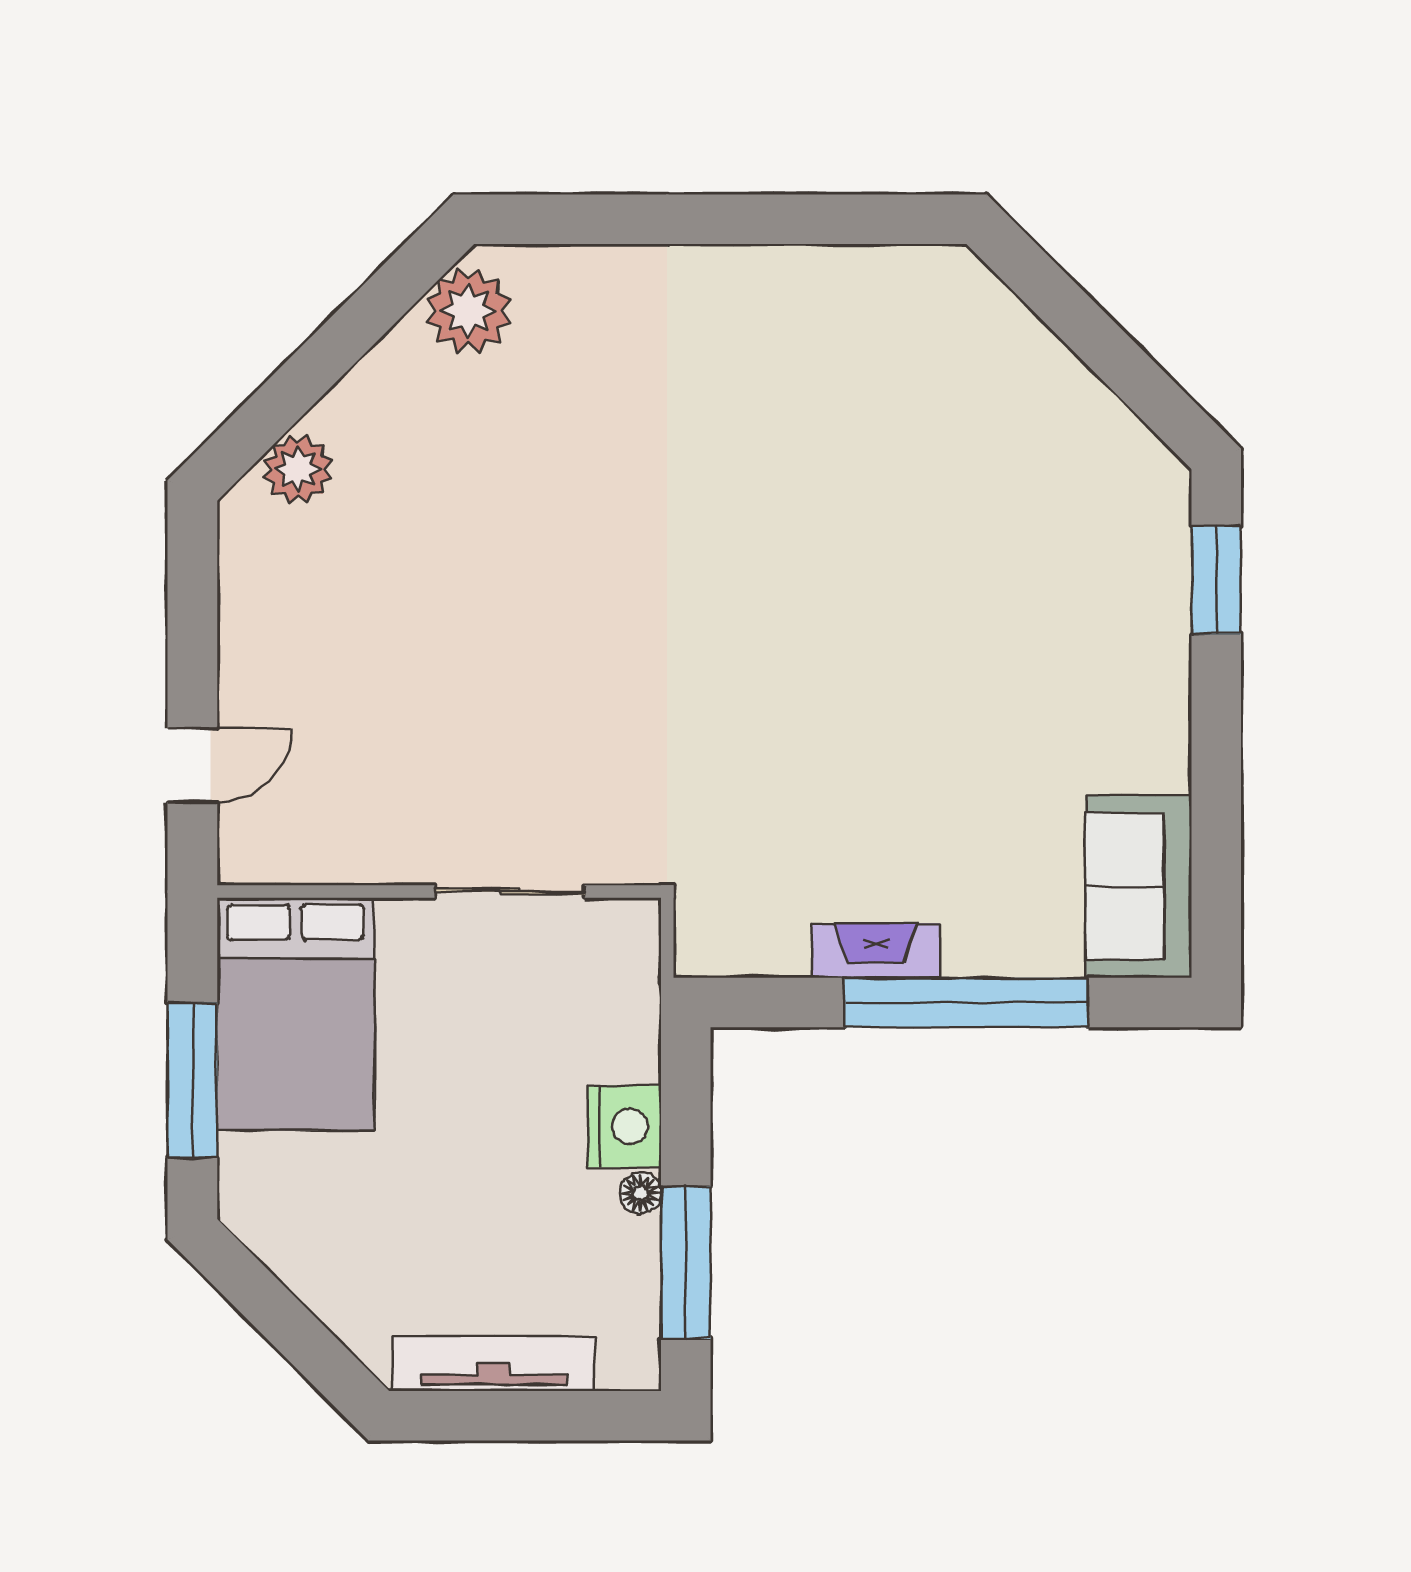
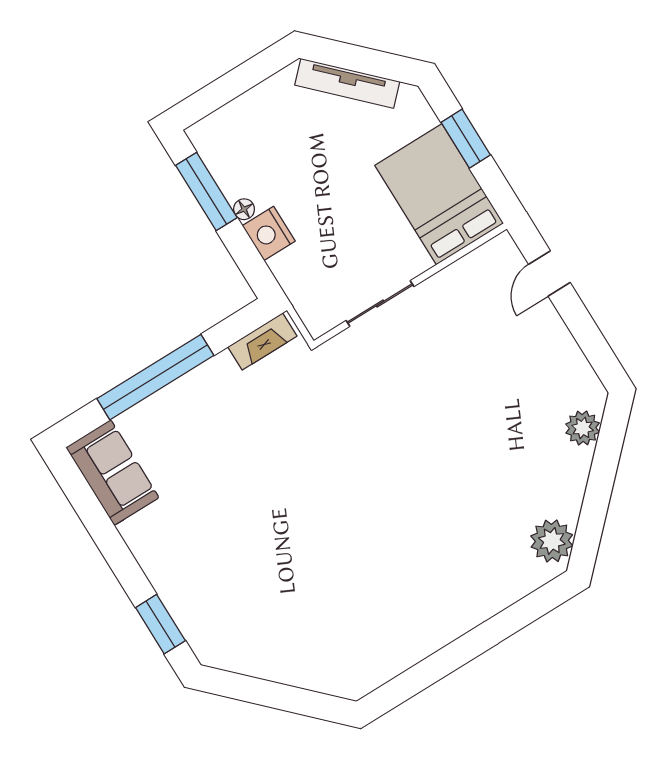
fireplace: (876, 951) -> (262, 341), moved
window: (192, 1080) -> (466, 139), width x0.69
tv unit: (494, 1364) -> (347, 83), moved, turned 45

